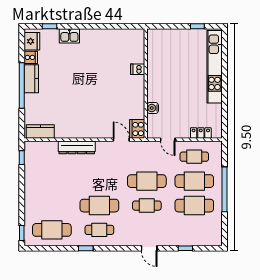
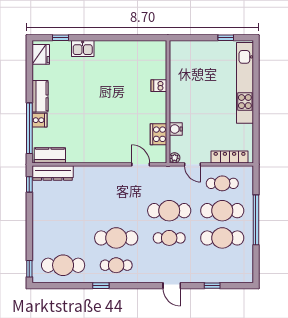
cooker: (31, 57) -> (39, 120), moved
window: (22, 85) -> (29, 128), moved
cooker: (137, 129) -> (158, 134), moved
locker: (201, 133) -> (230, 157), width x1.53
plant: (152, 134) -> (175, 158), added
dresser: (77, 147) -> (53, 173), moved

